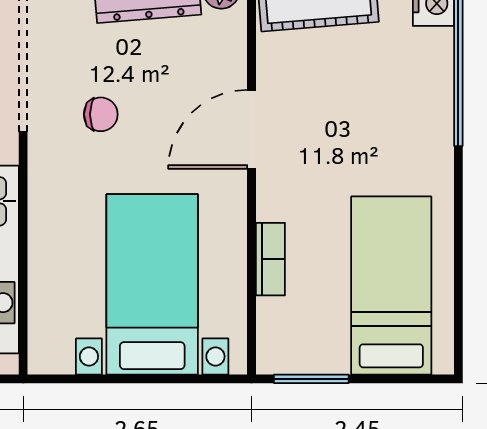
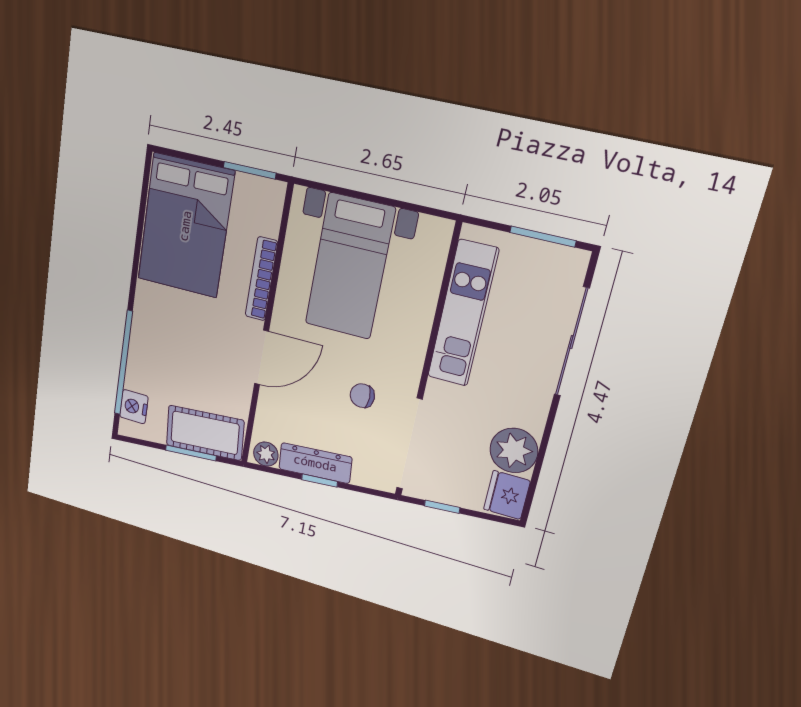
bookcase: (270, 259) -> (261, 279), width x1.56
bed: (391, 286) -> (185, 226), width x1.50

